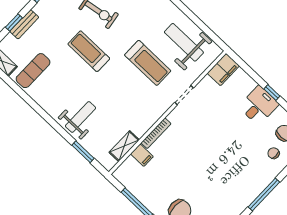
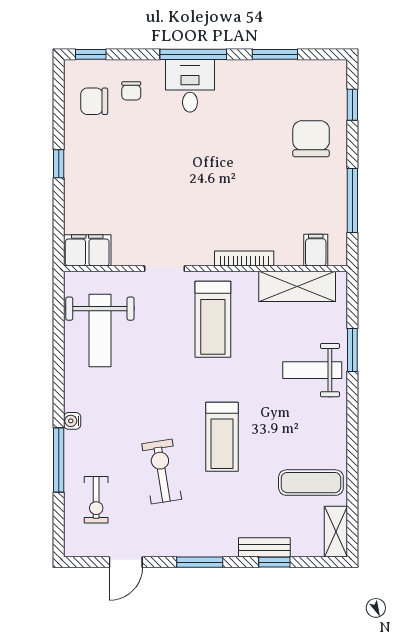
treadmill: (148, 63) -> (213, 319), moved, turned 180
desk: (259, 105) -> (190, 86), moved, turned 90
shelving: (124, 146) -> (297, 286), width x1.50, depth x1.33
window: (83, 152) -> (352, 350), moved
filing cabinet: (142, 155) -> (316, 250), moved

